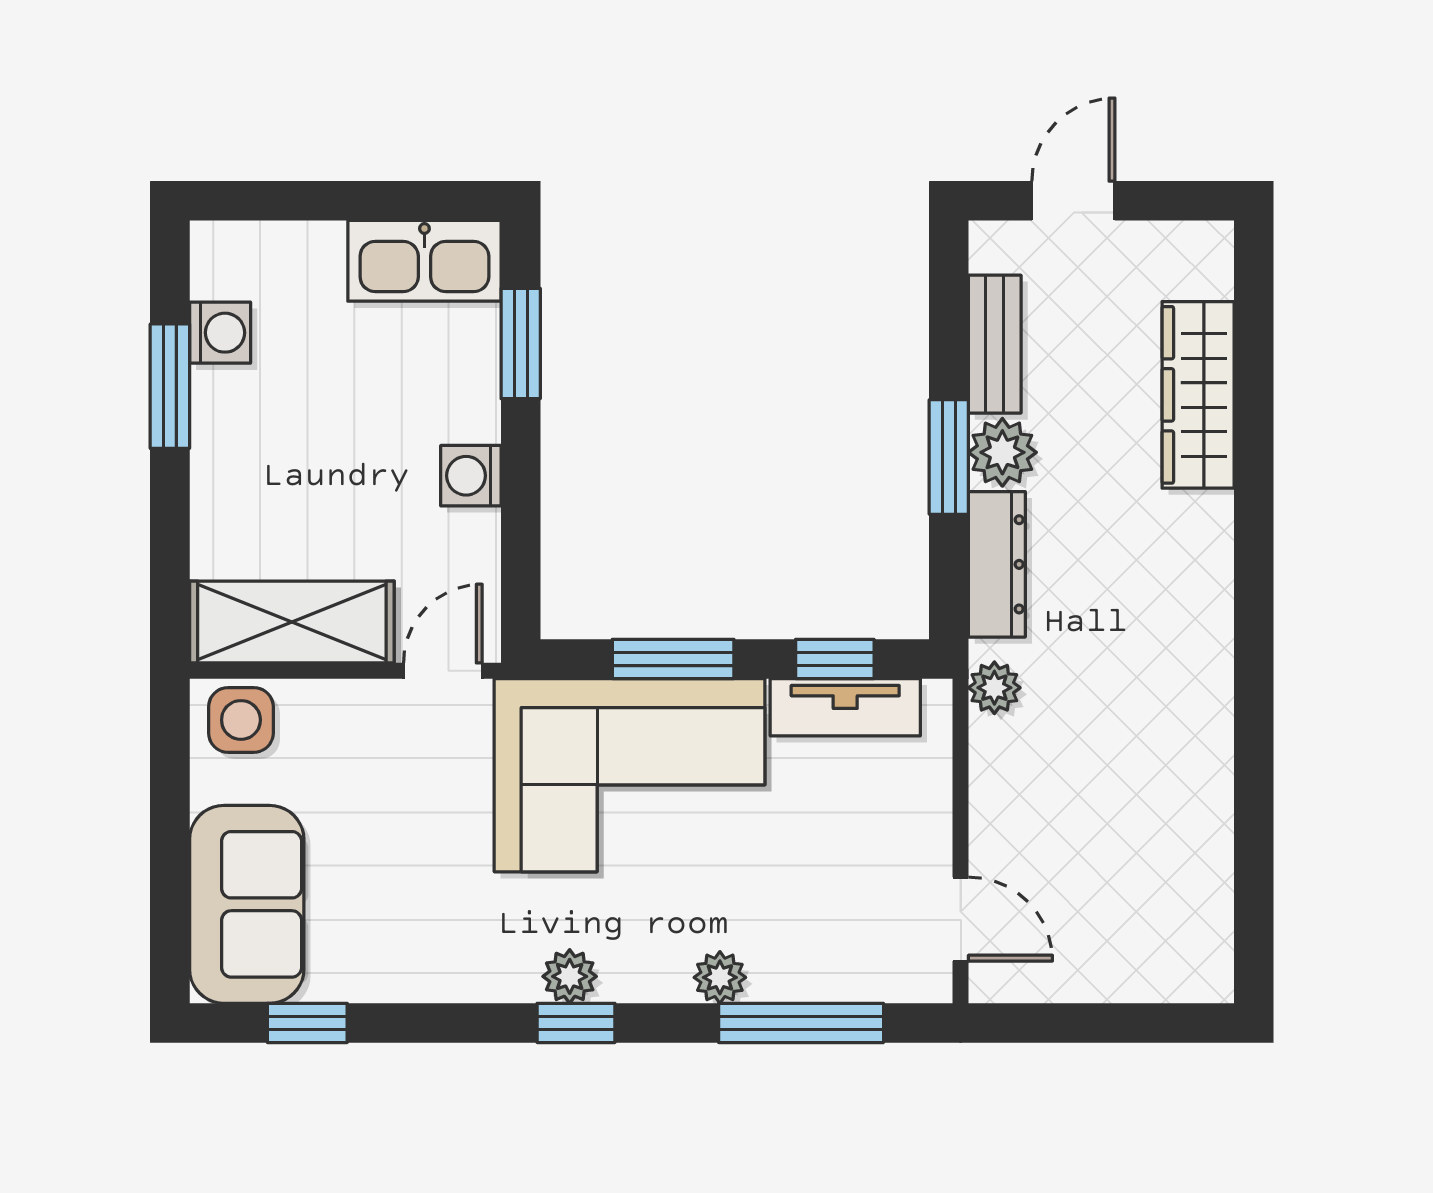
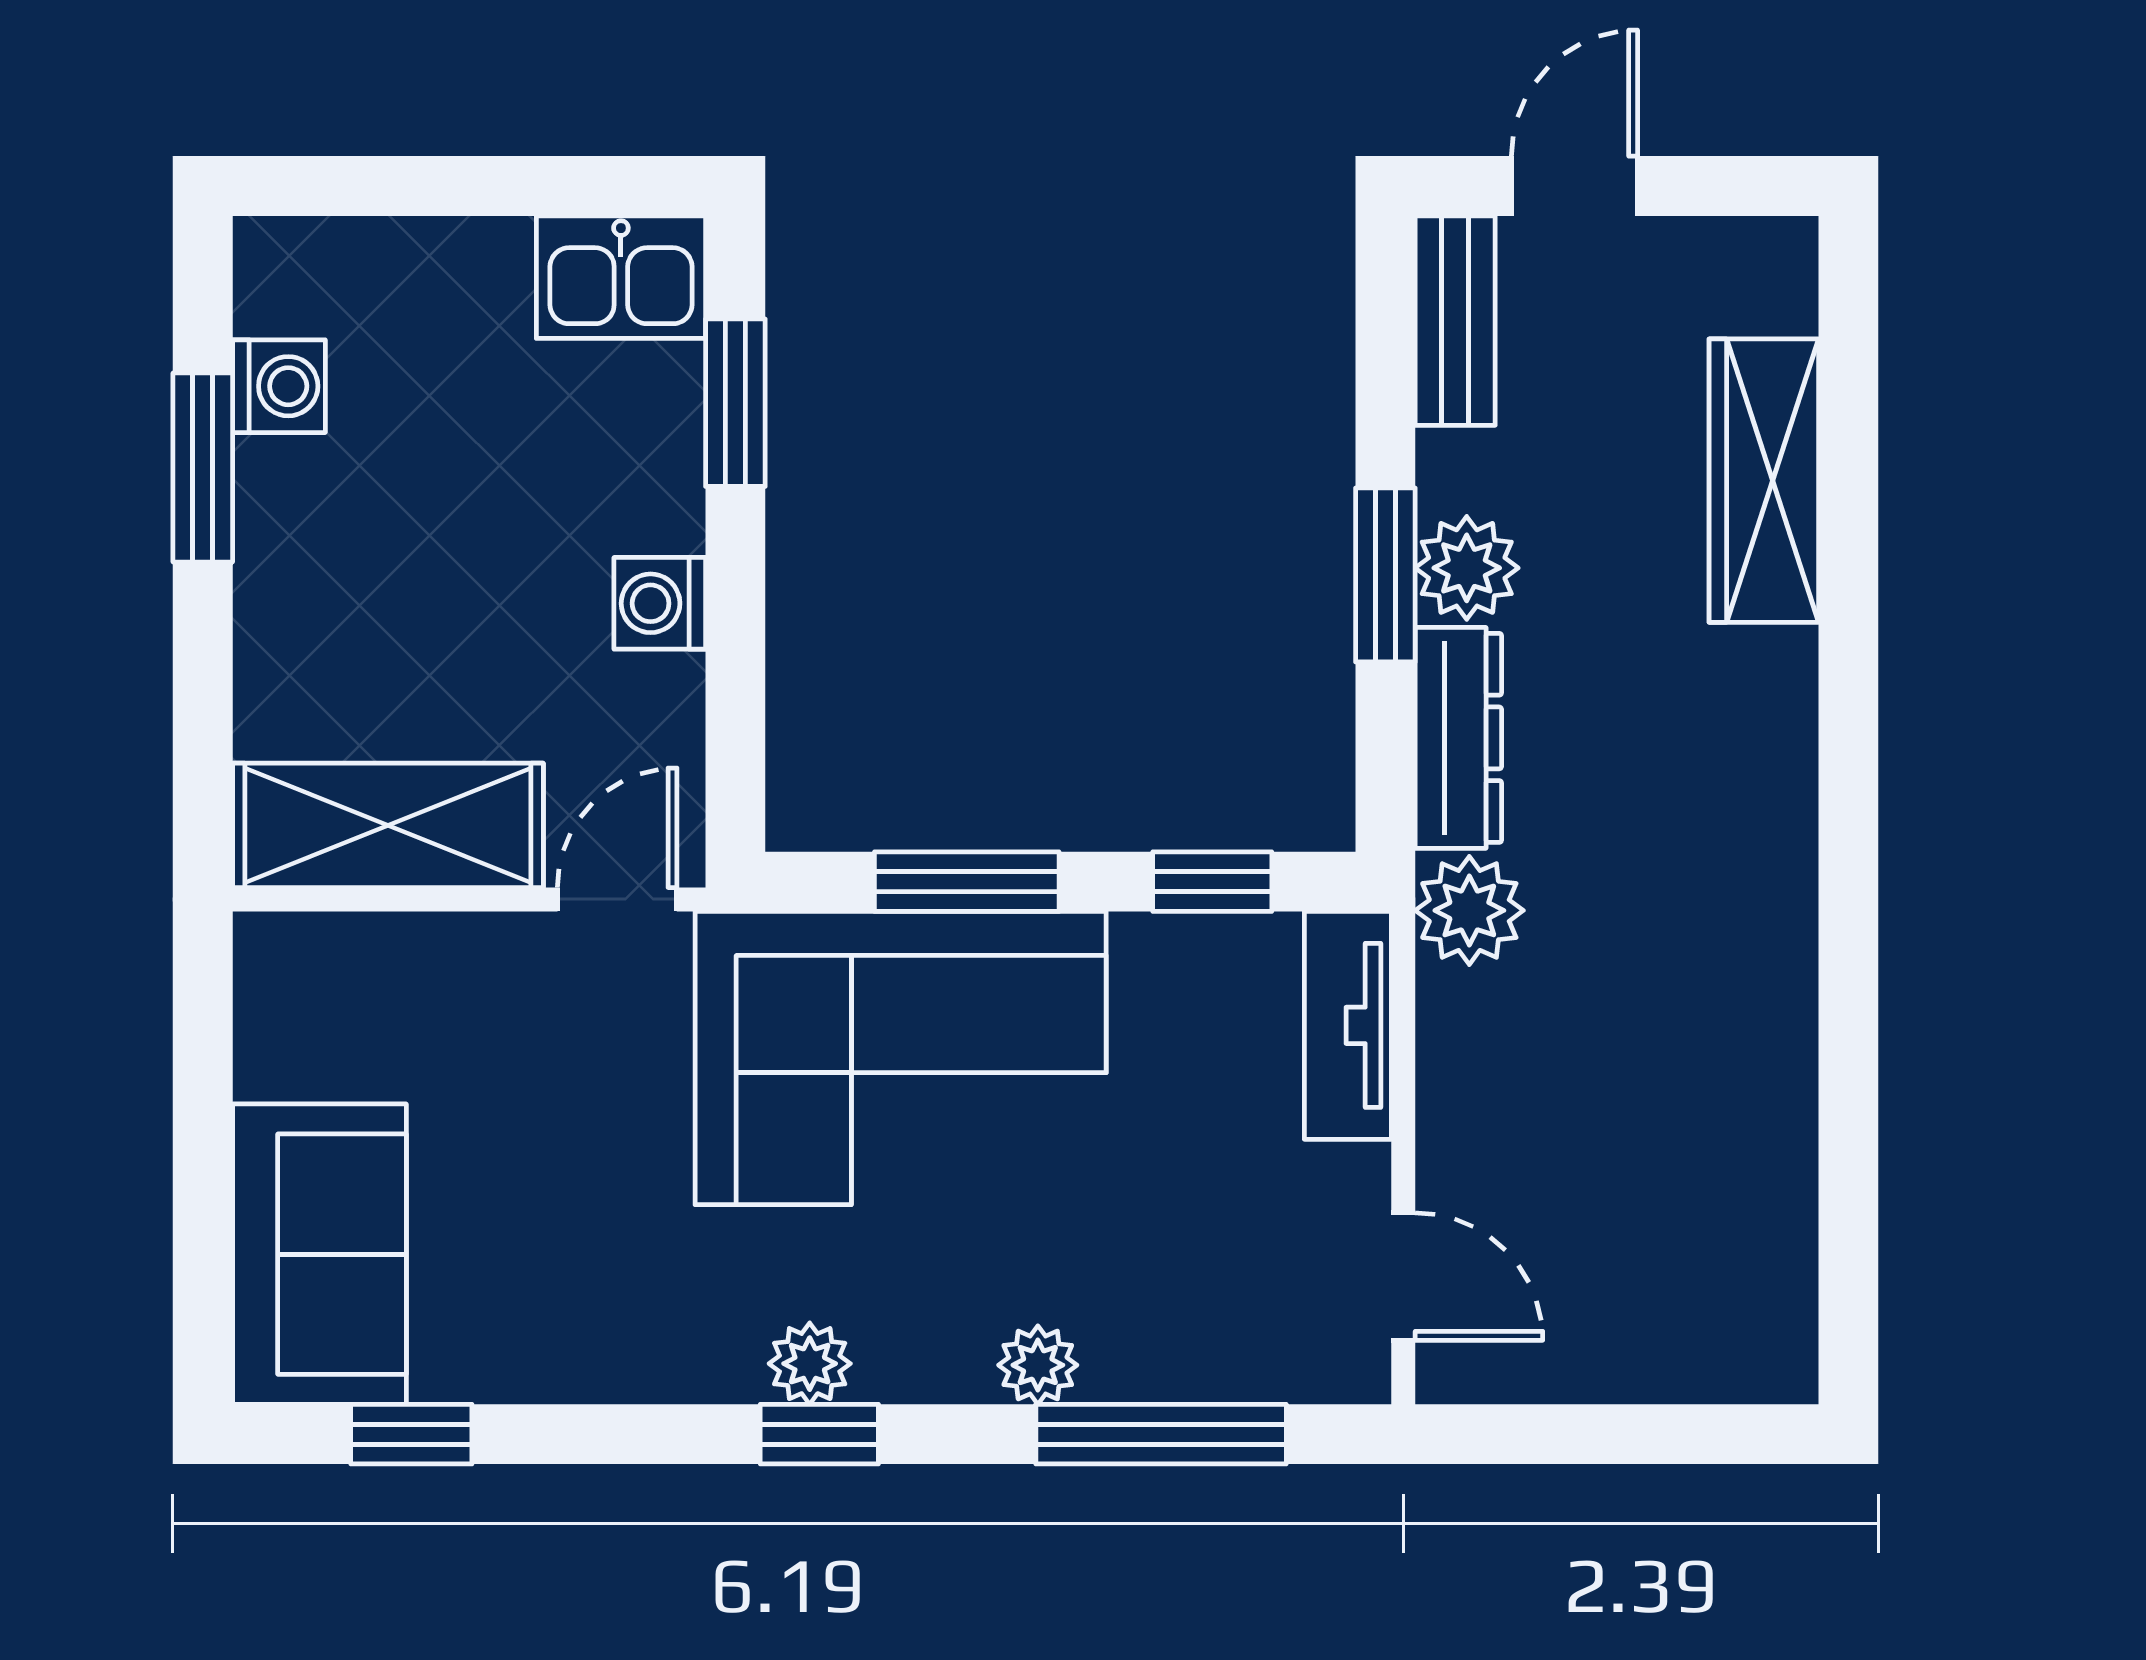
kitchen sink: (424, 261) -> (621, 277), width x0.73
bench: (995, 344) -> (1455, 321), moved
plant: (994, 688) -> (1469, 910), width x1.38, depth x1.38
tv unit: (845, 707) -> (1348, 1025), moved, turned 90
side table: (241, 720) -> (311, 974), removed

